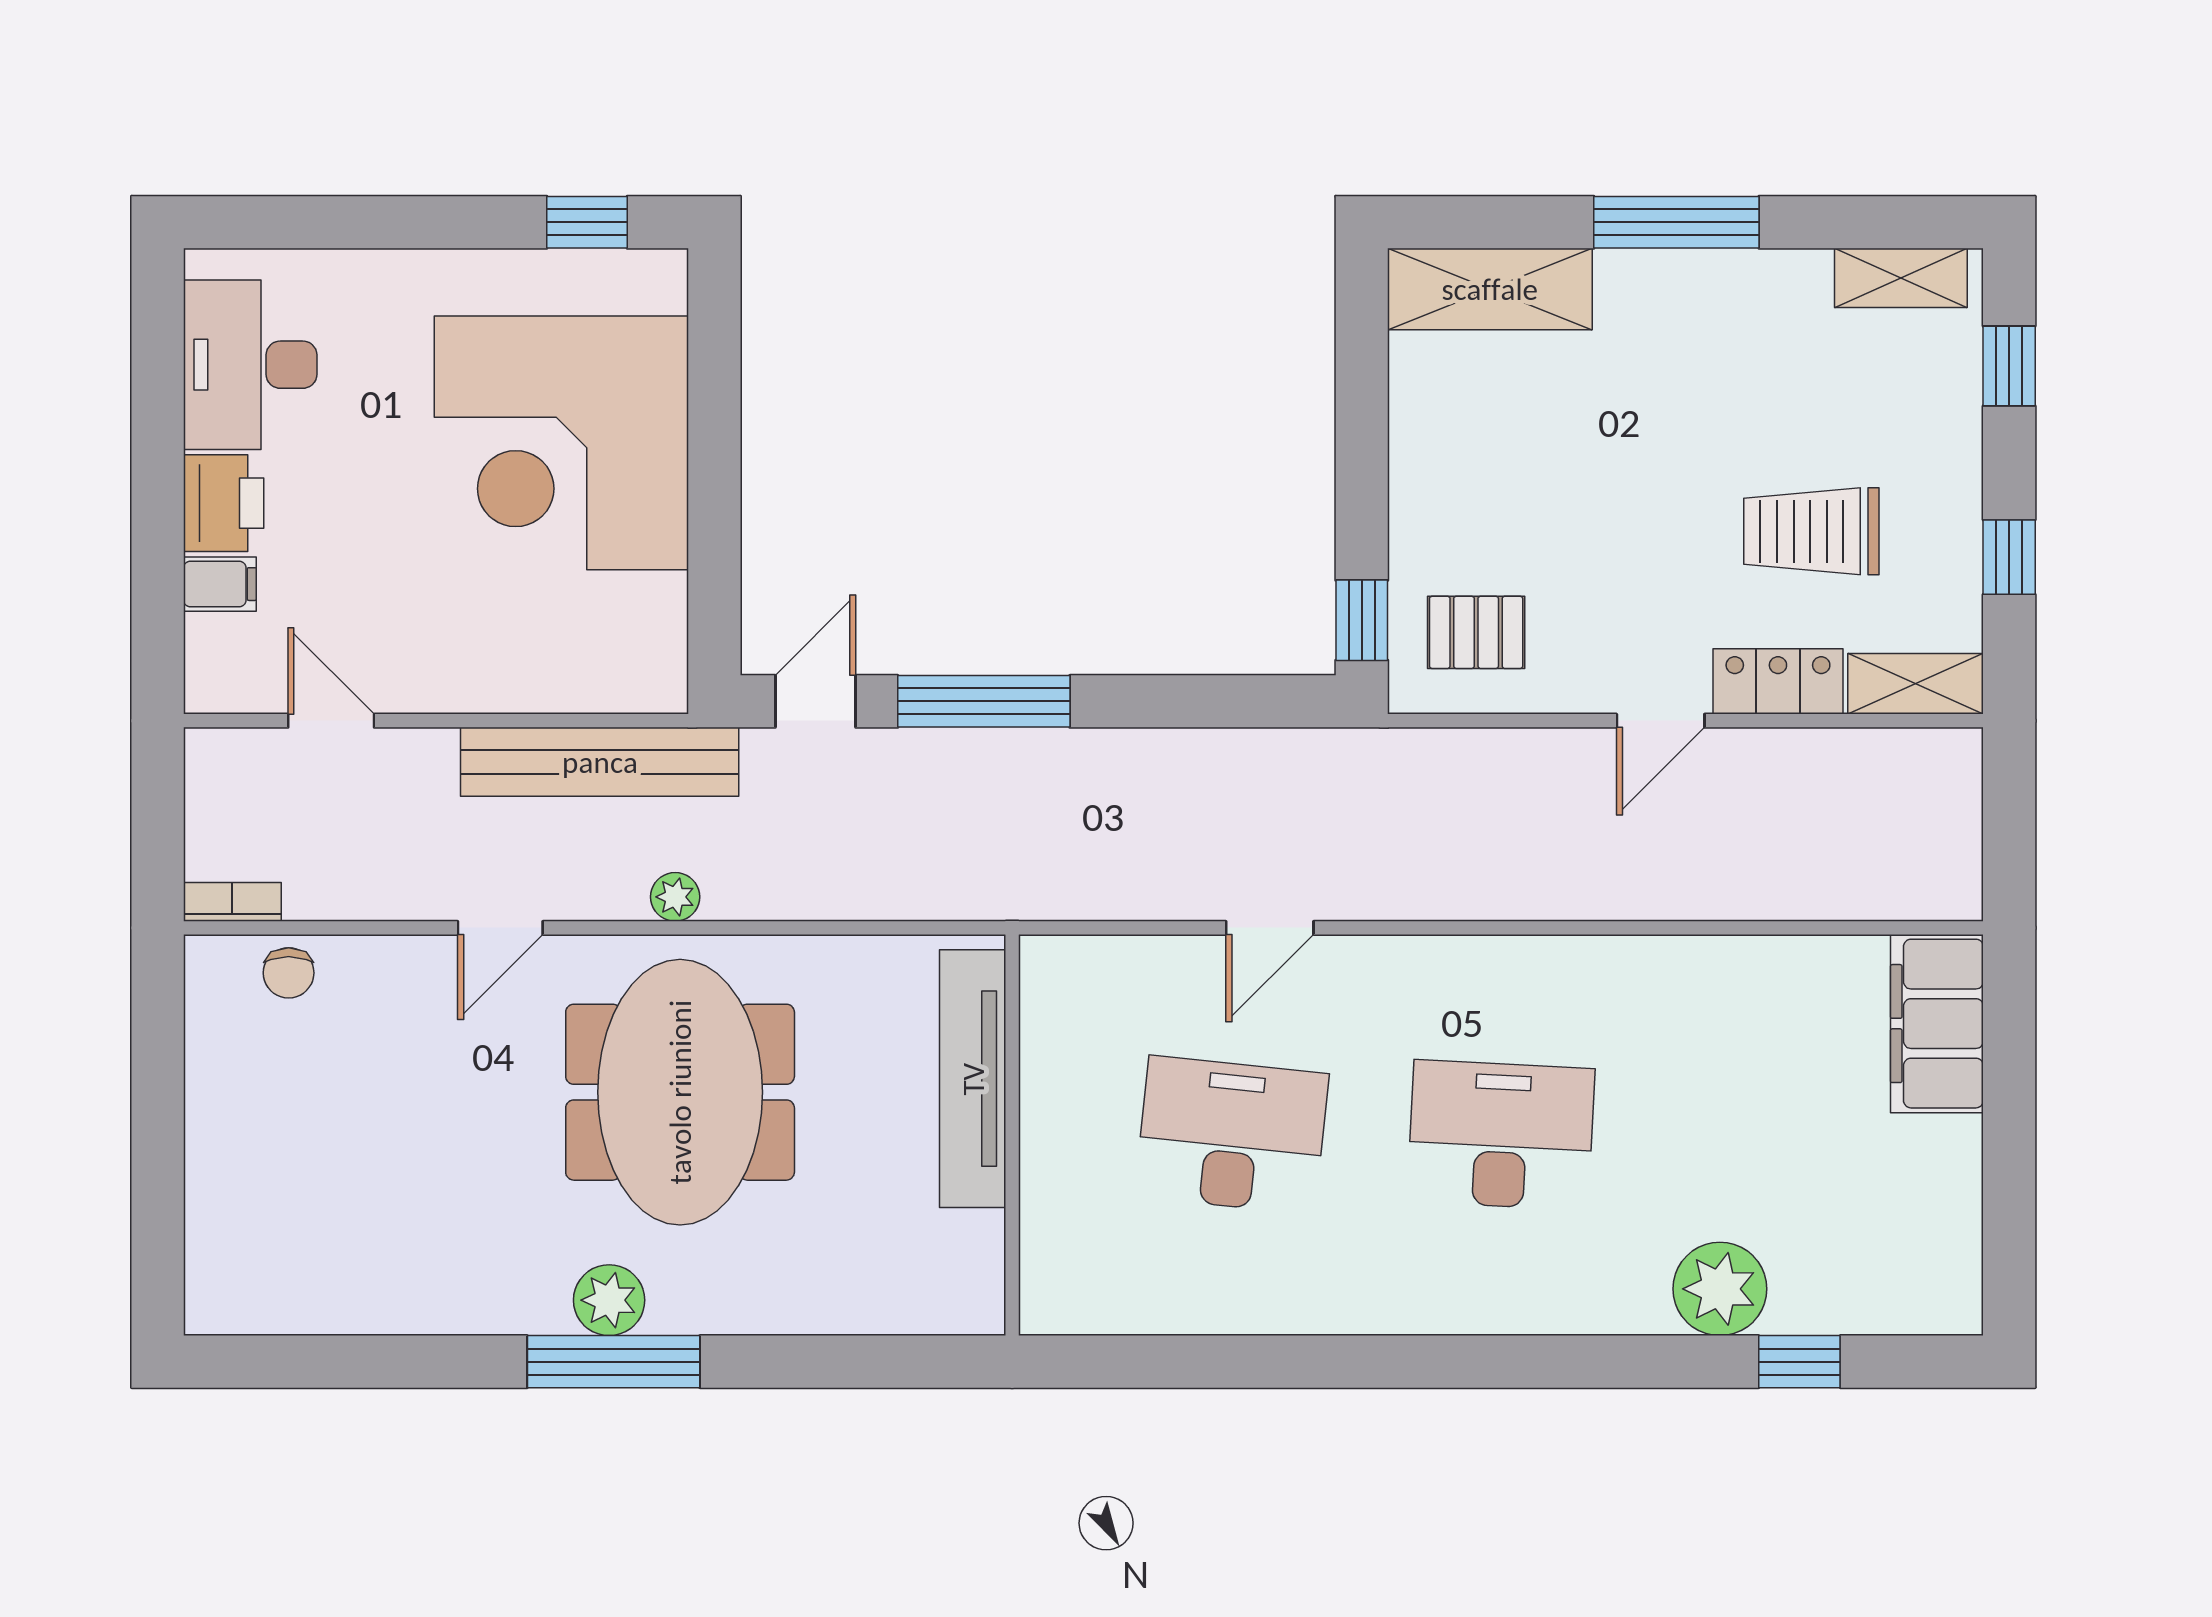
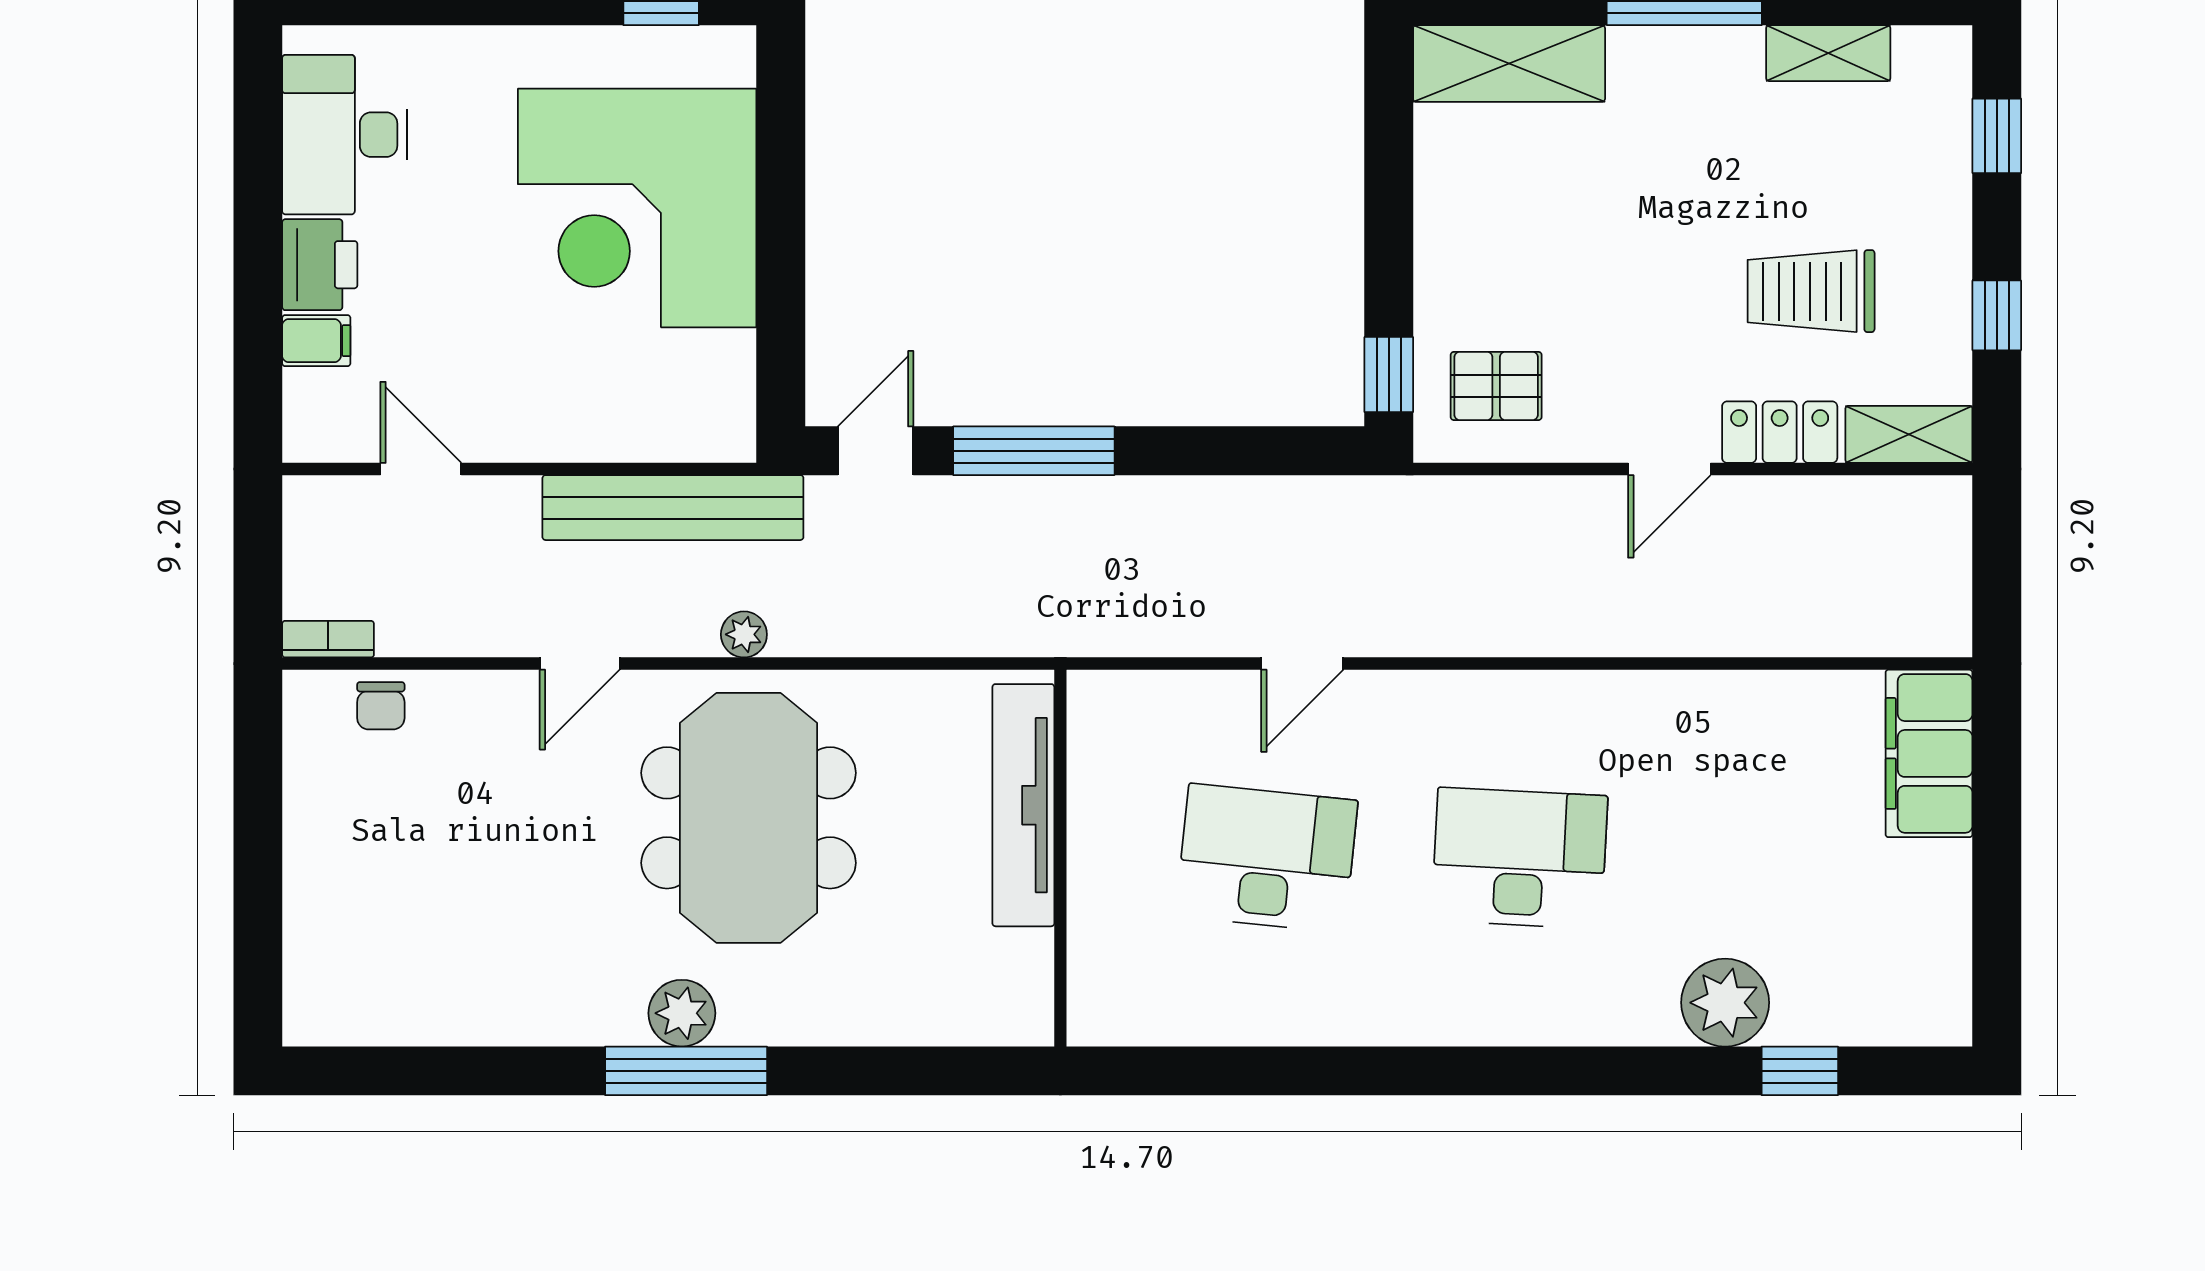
shelving: (1901, 278) -> (1828, 53), moved

